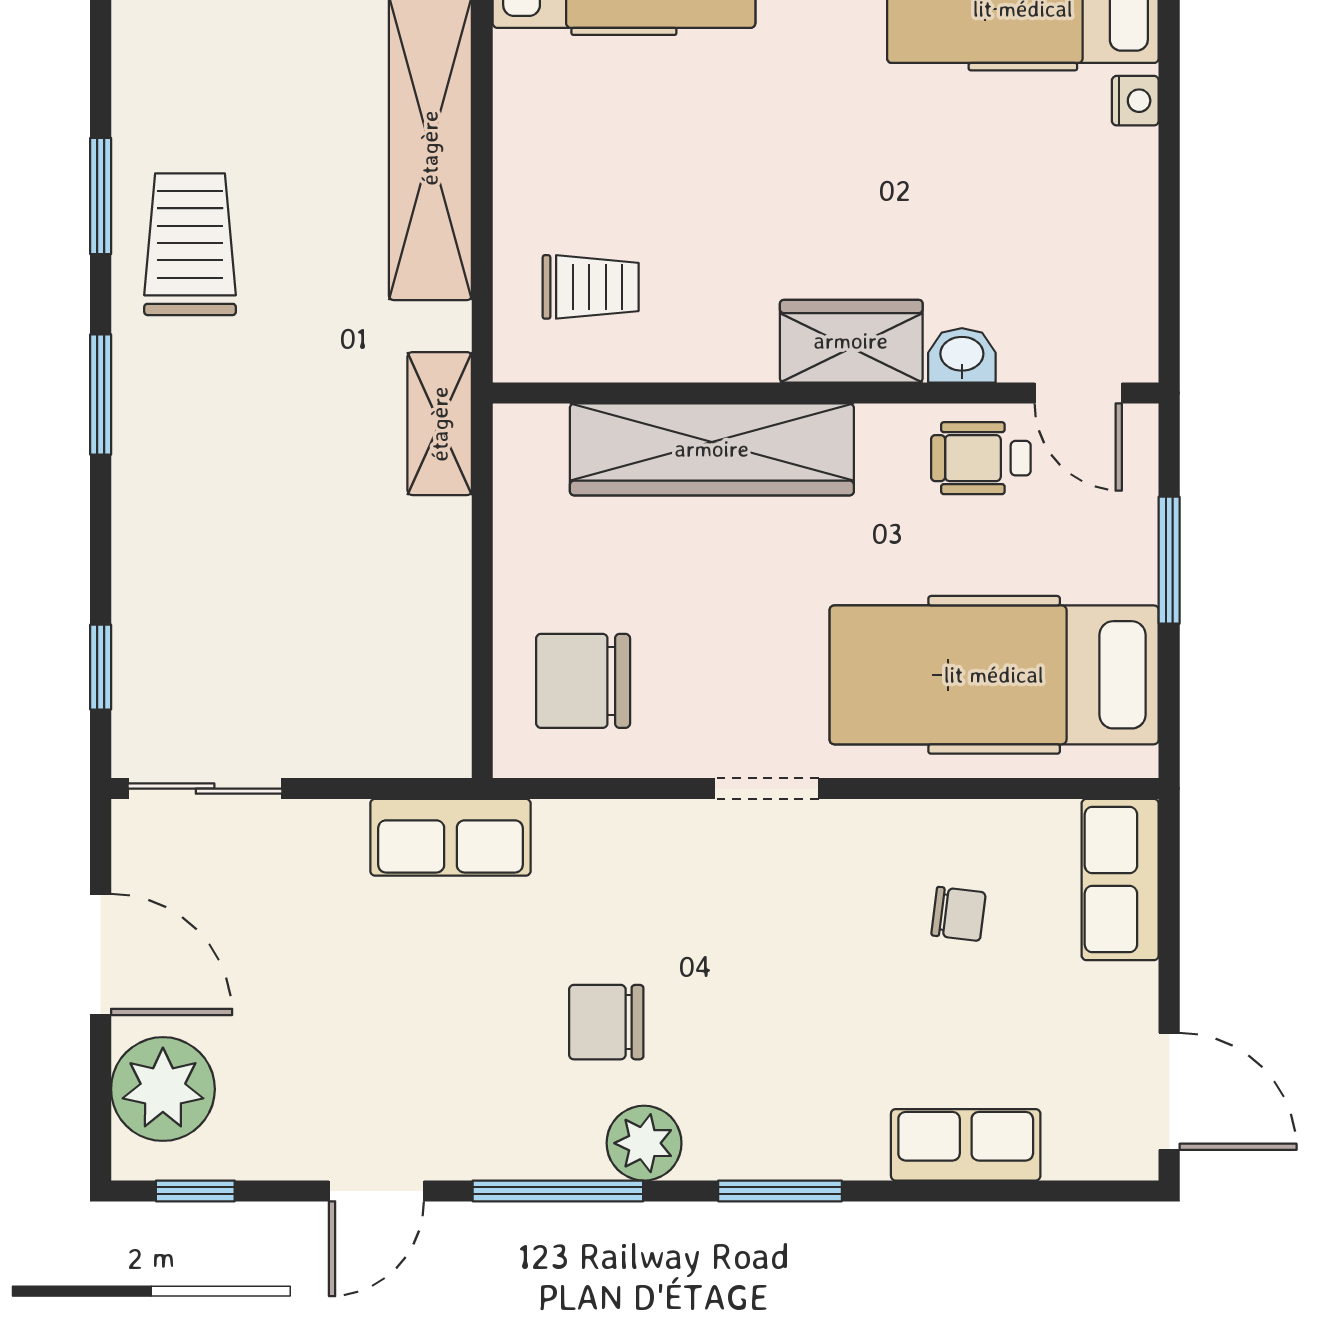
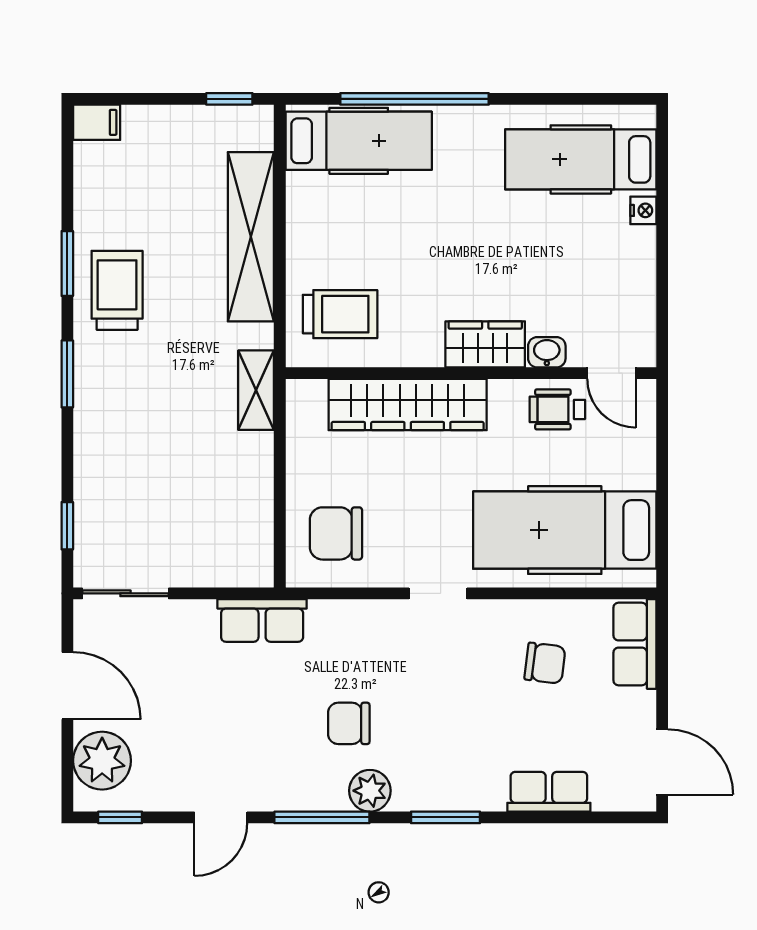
trolley: (591, 287) -> (340, 314), width x1.36, depth x1.39
window: (1169, 560) -> (662, 466), removed
chair: (958, 914) -> (545, 663), width x1.37, depth x1.37

